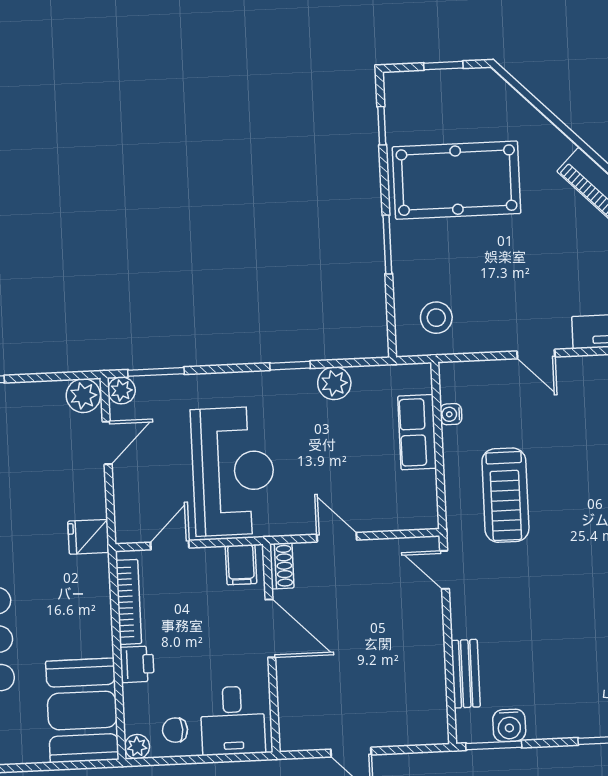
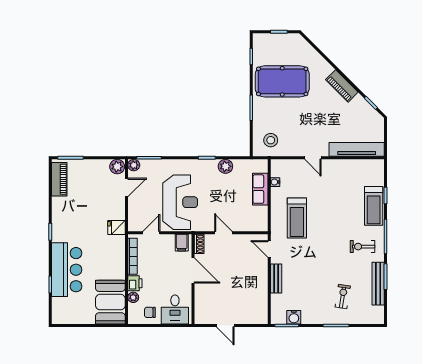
bench: (466, 674) -> (276, 278), moved
plant: (137, 747) -> (133, 297), moved

